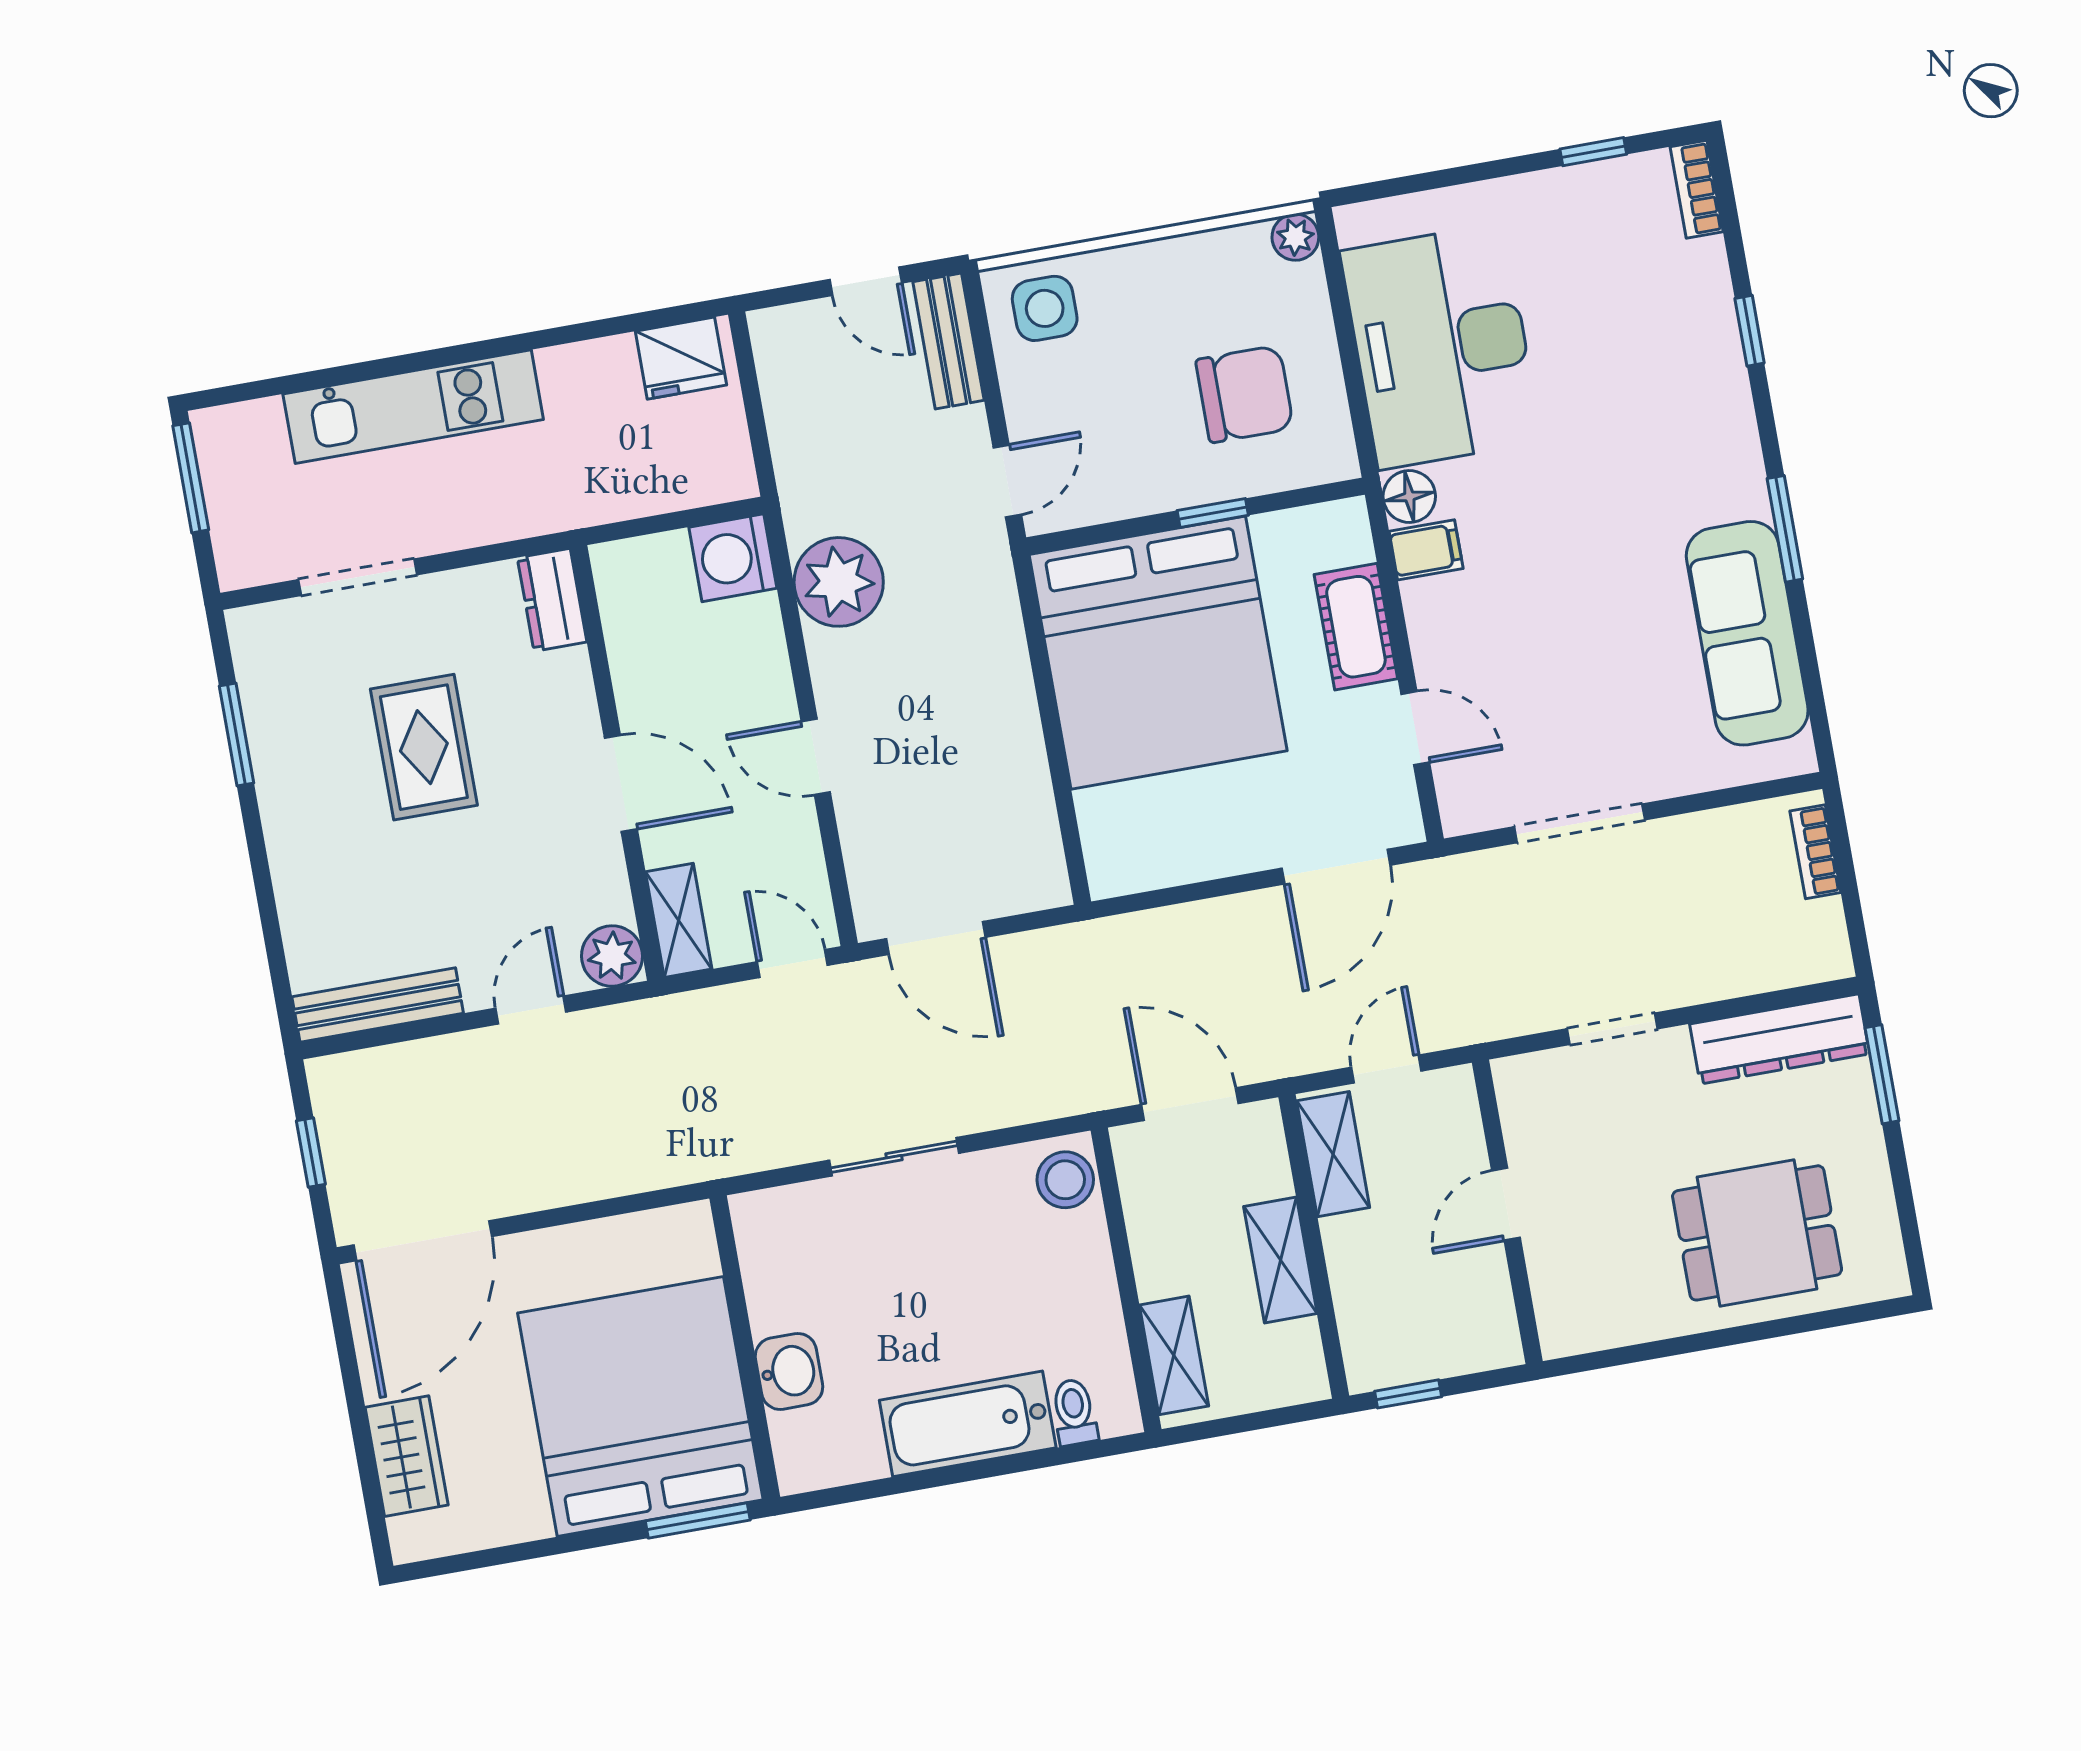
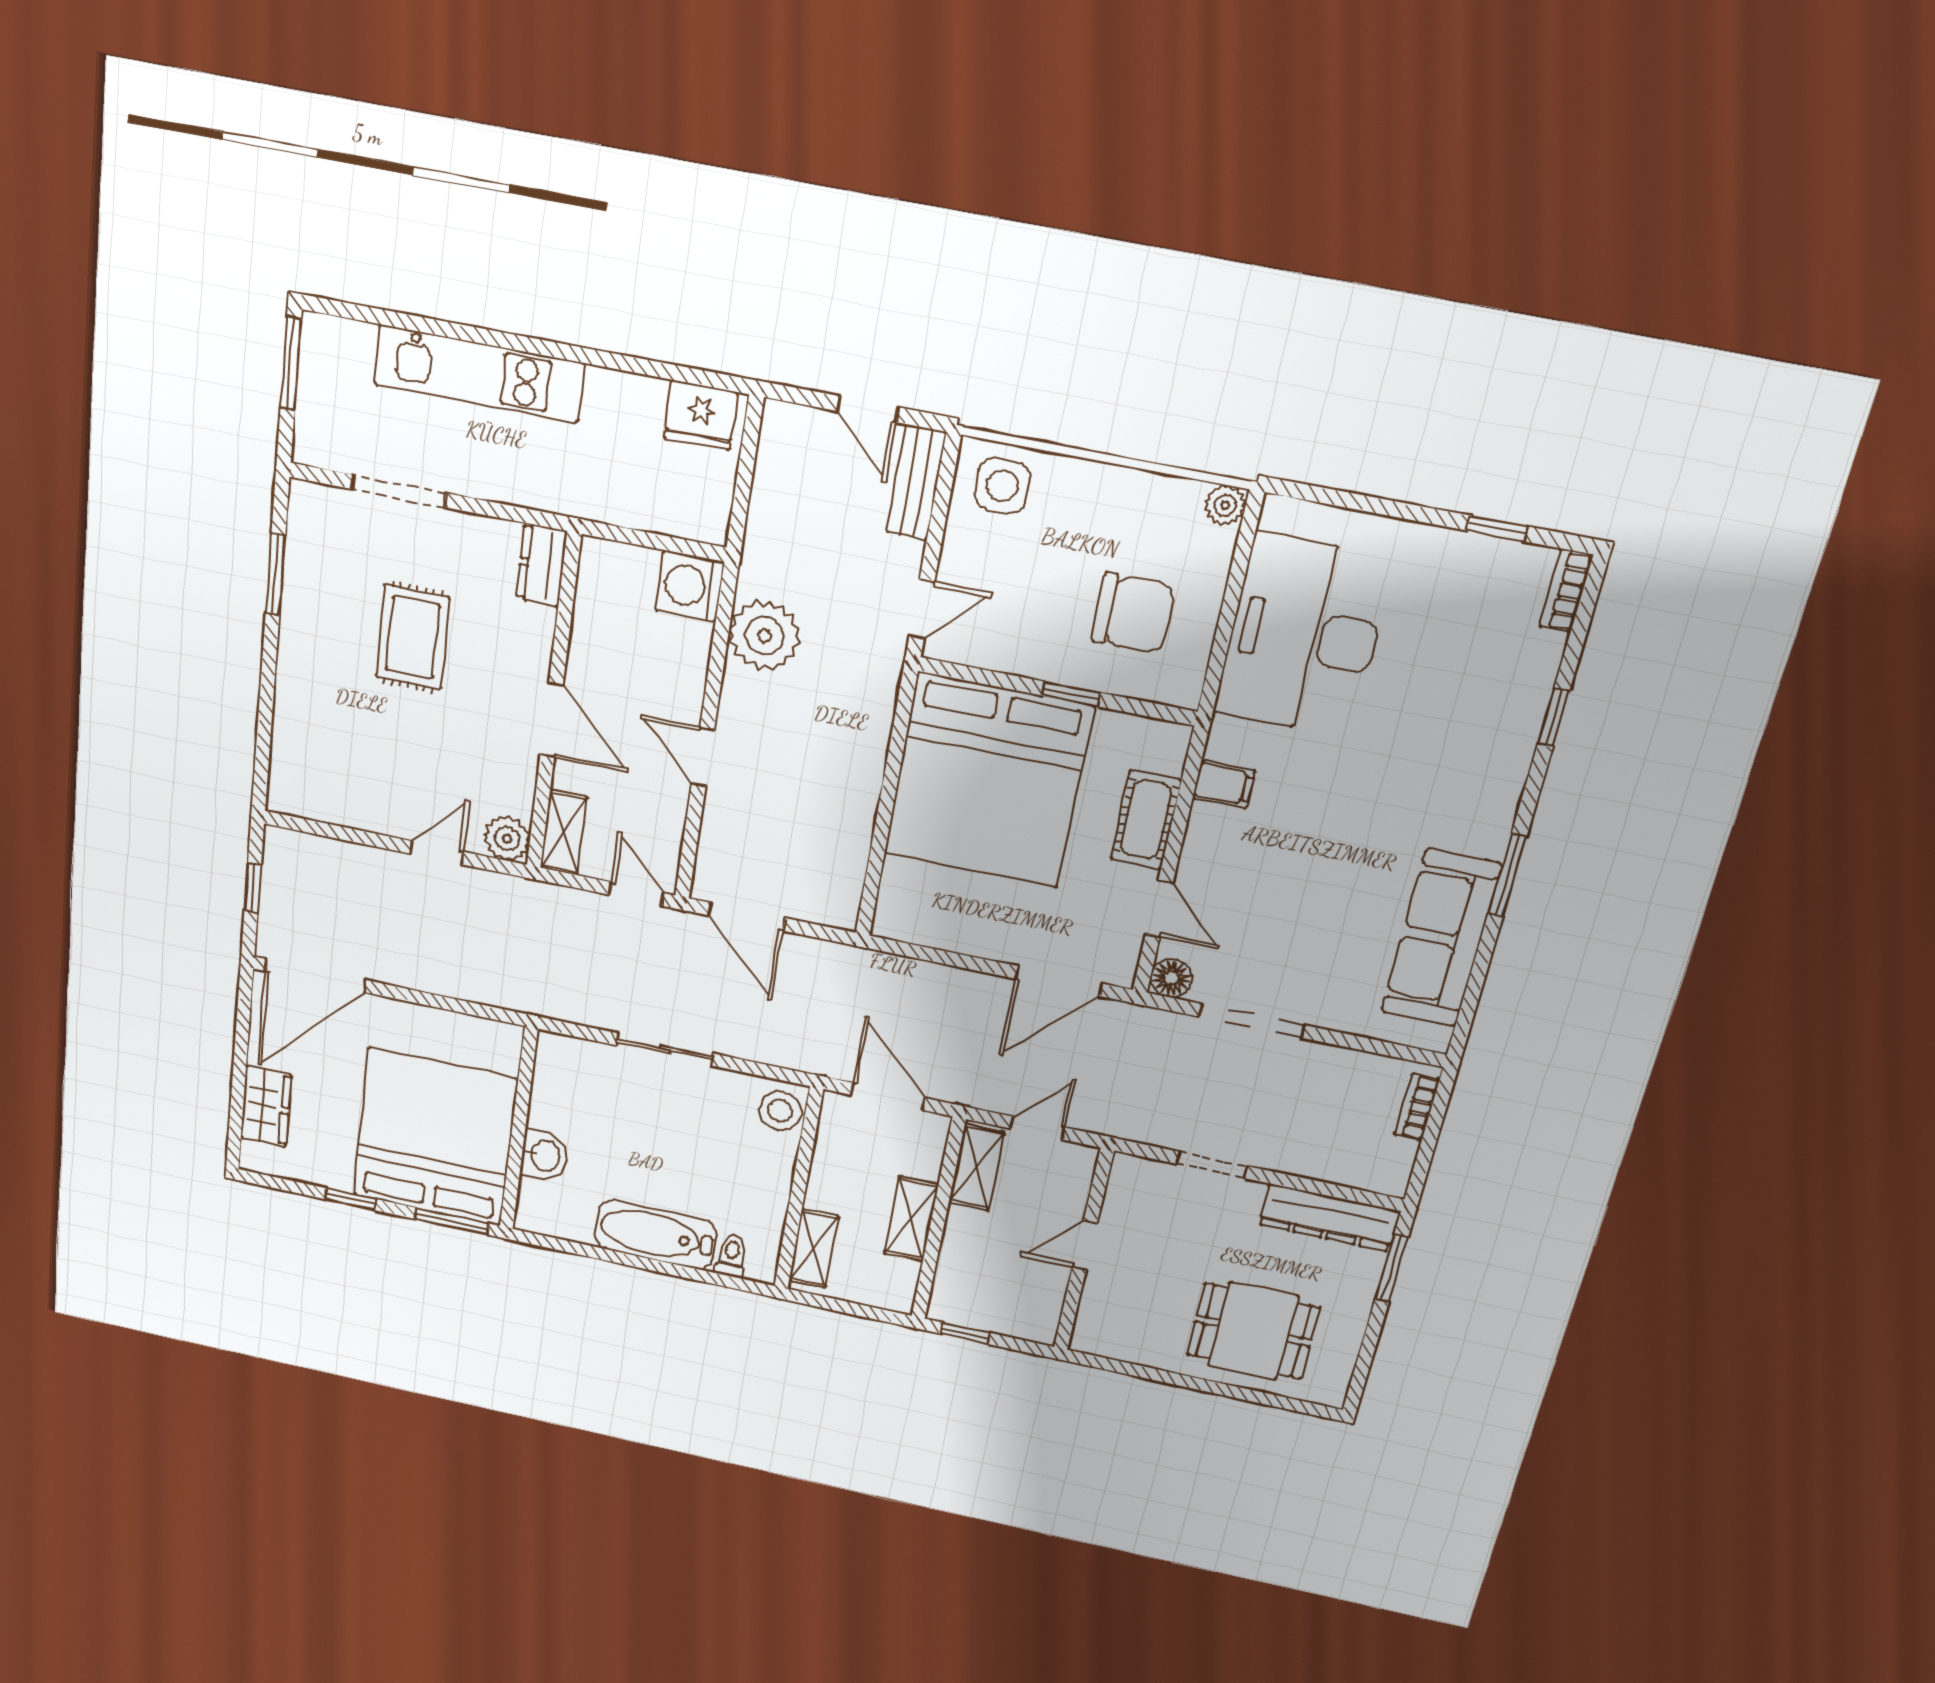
floor lamp: (1409, 496) -> (1171, 978), moved
bench: (378, 1005) -> (328, 807), removed
window: (555, 1546) -> (351, 1199), added

